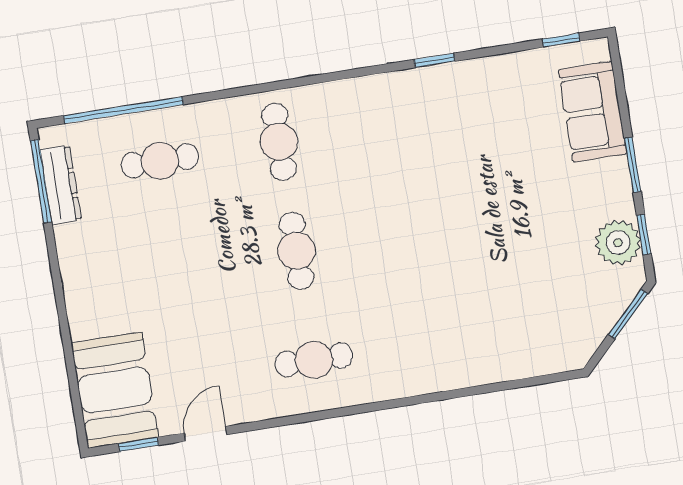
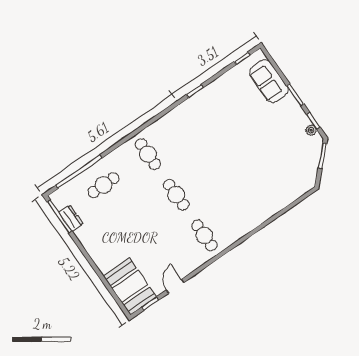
dresser: (61, 185) -> (71, 218), width x0.70
plant: (618, 243) -> (311, 130), width x0.53, depth x0.53
cafe table: (314, 360) -> (204, 235), turned 90

